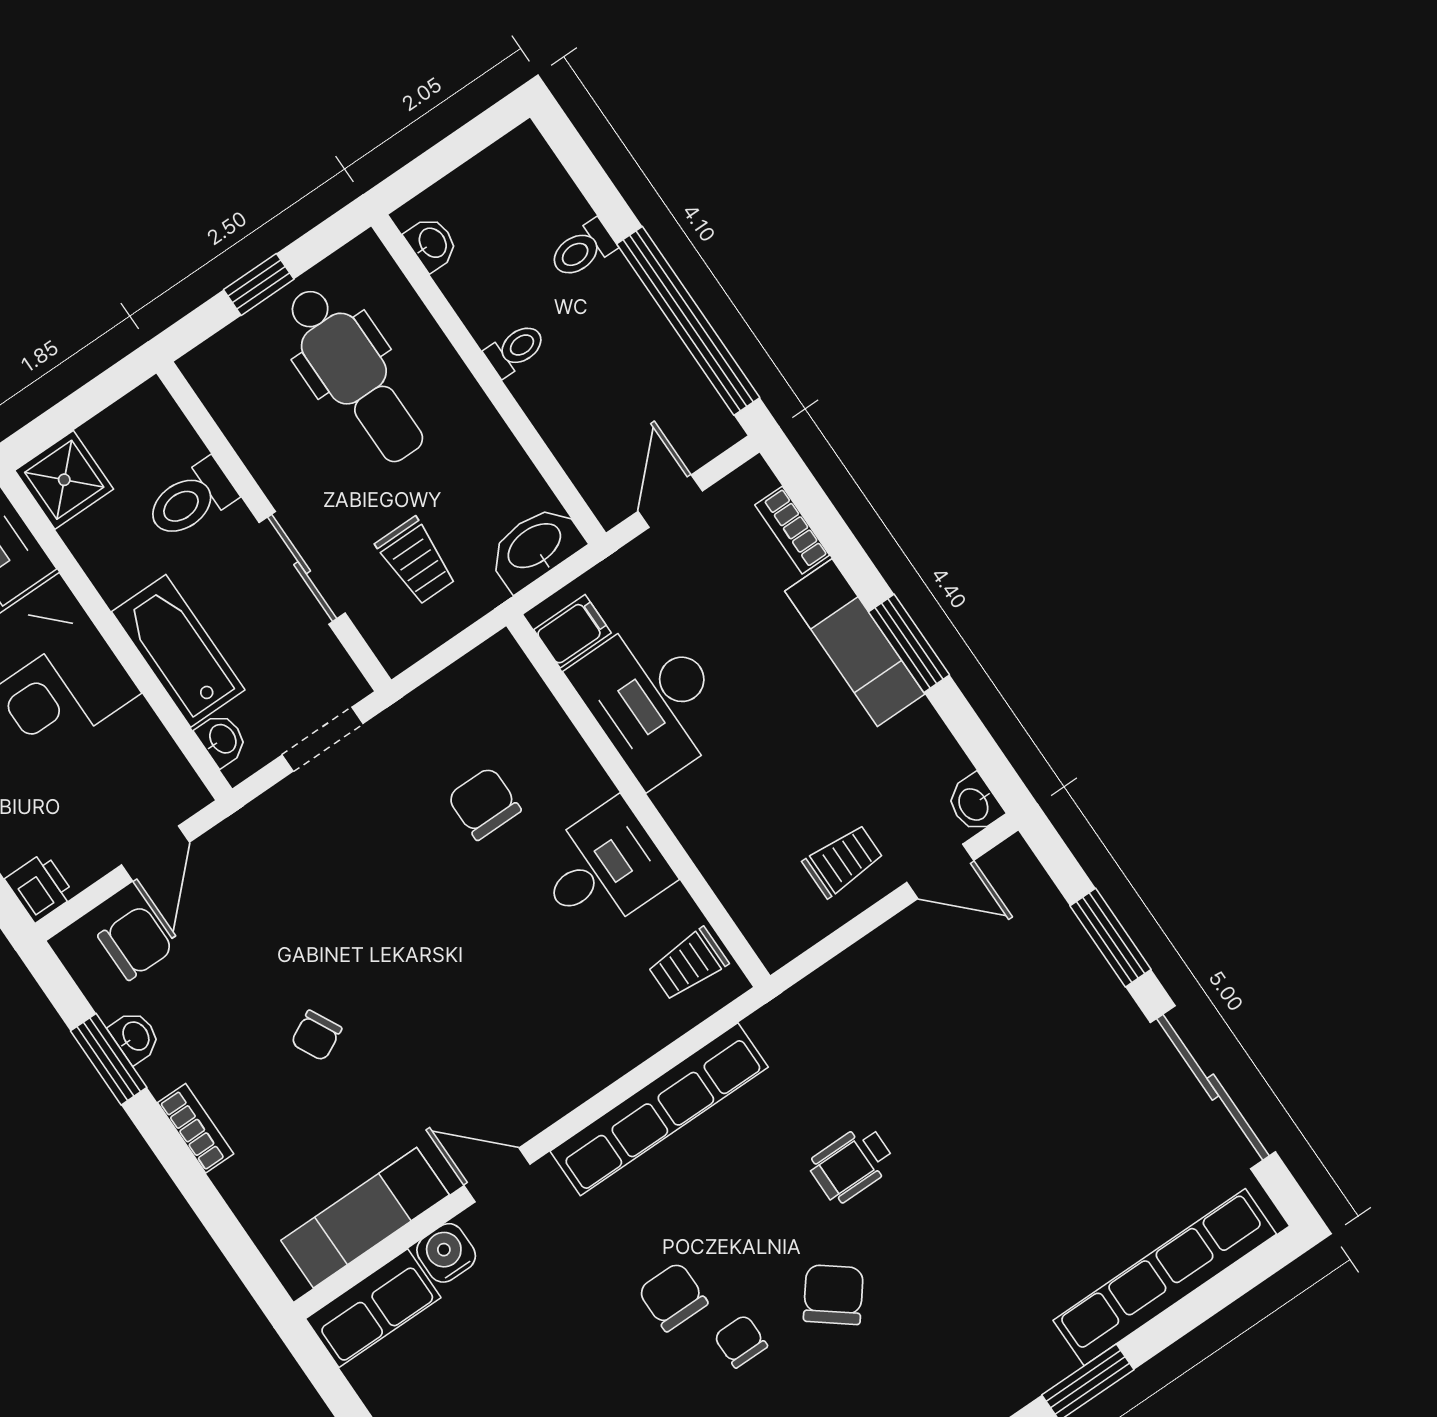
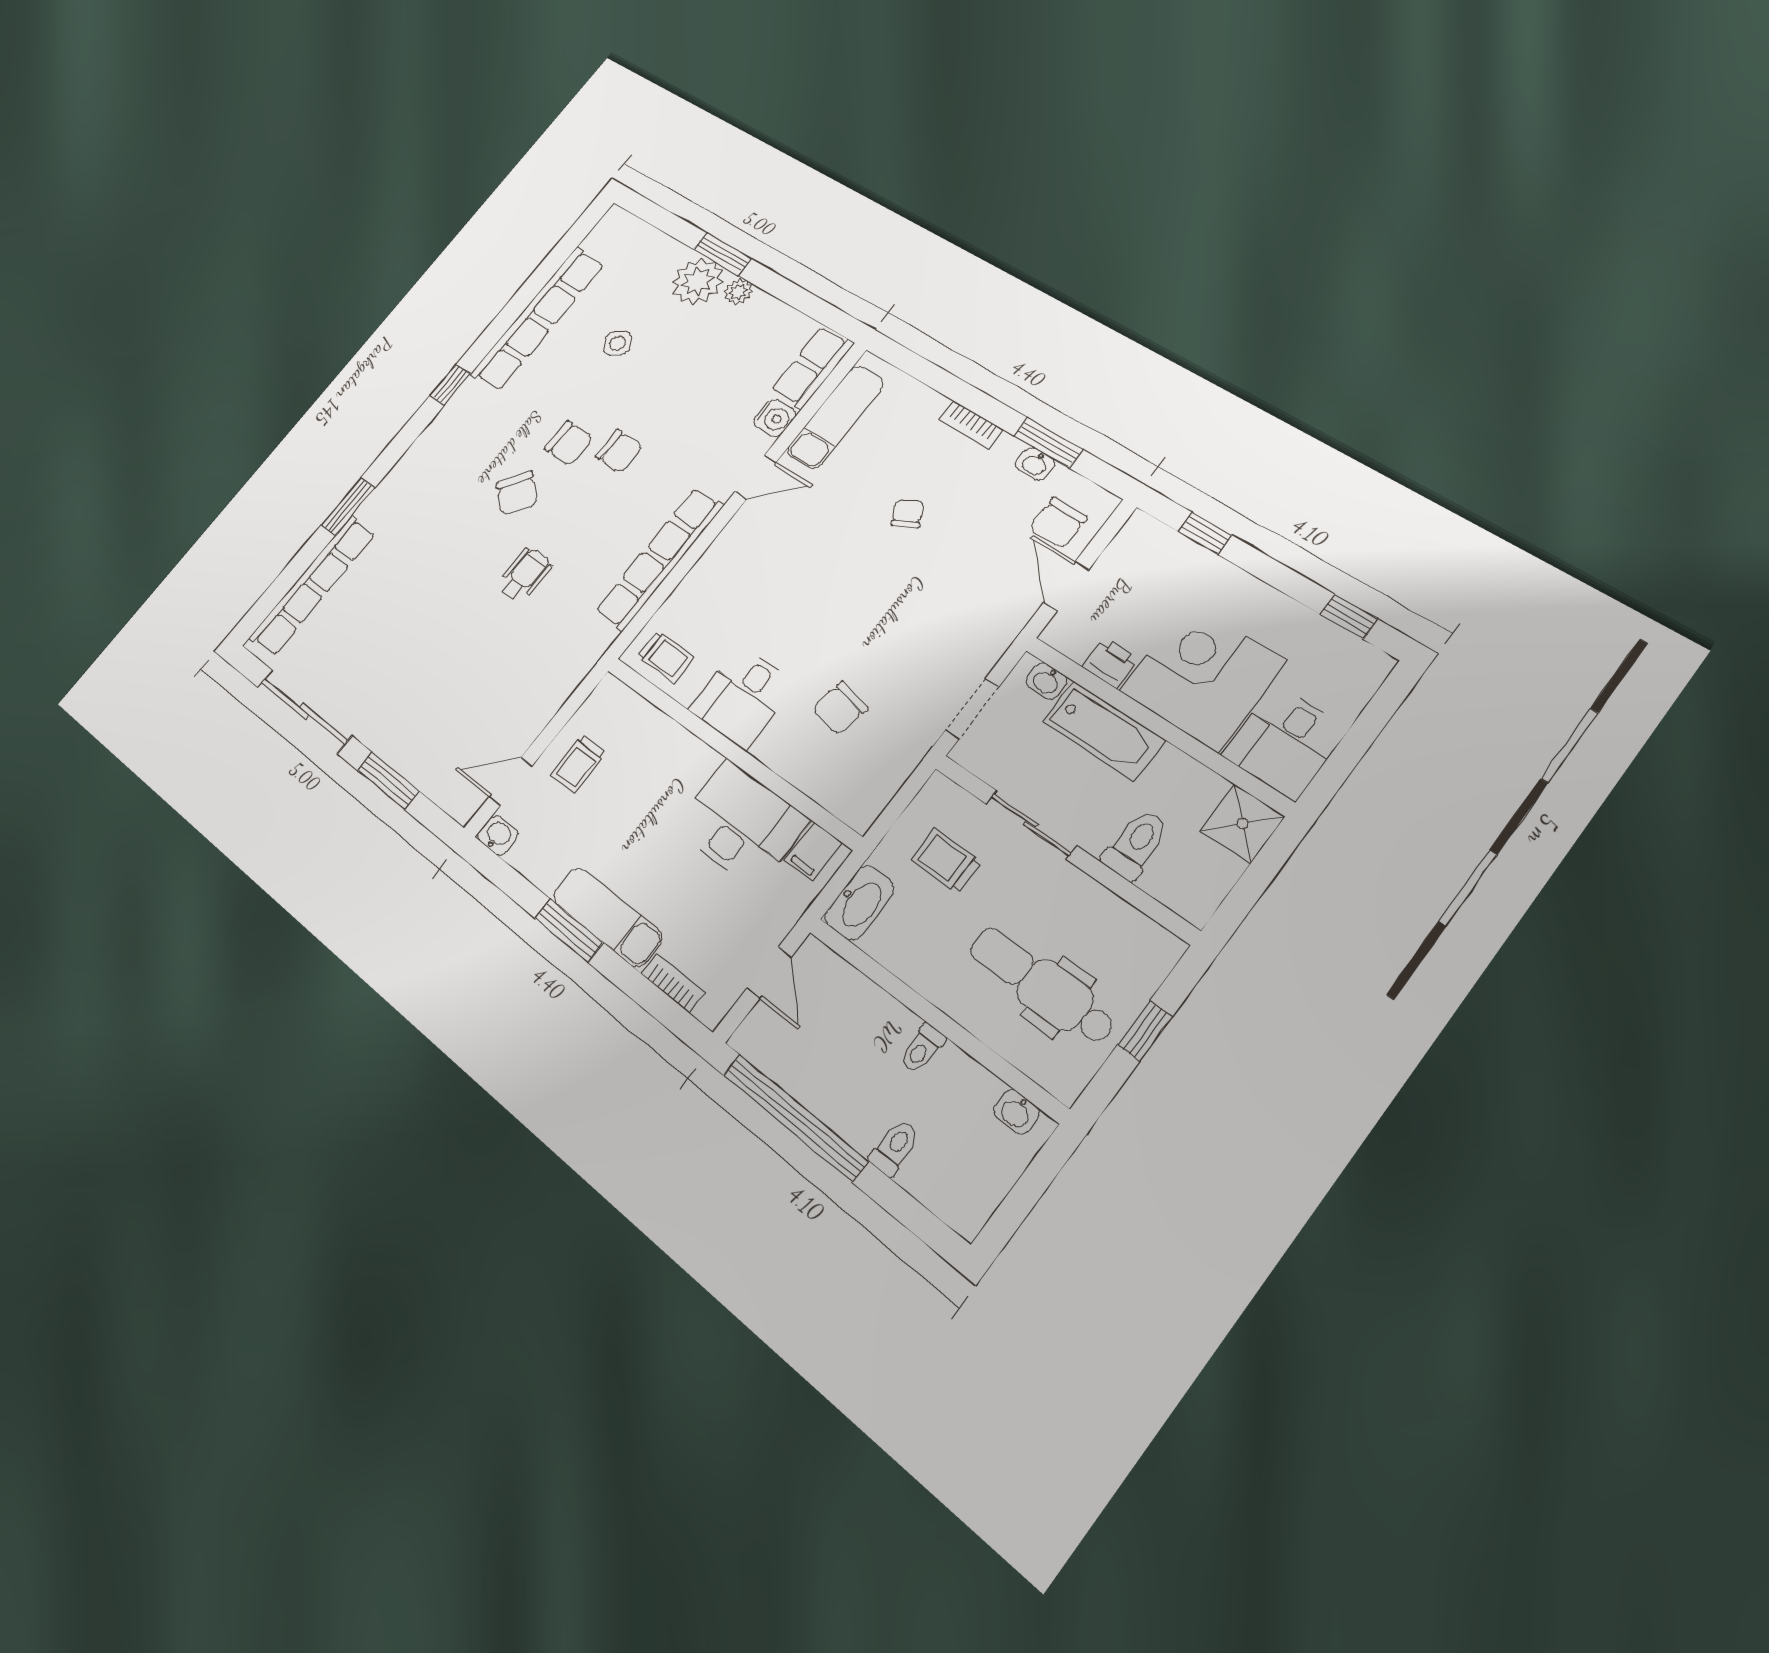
chair: (484, 803) -> (840, 708), turned 101
printer: (40, 887) -> (1111, 663), moved, turned 180
trolley: (688, 964) -> (666, 657), turned 90
chair: (741, 1341) -> (569, 443), width x1.37, depth x1.37

